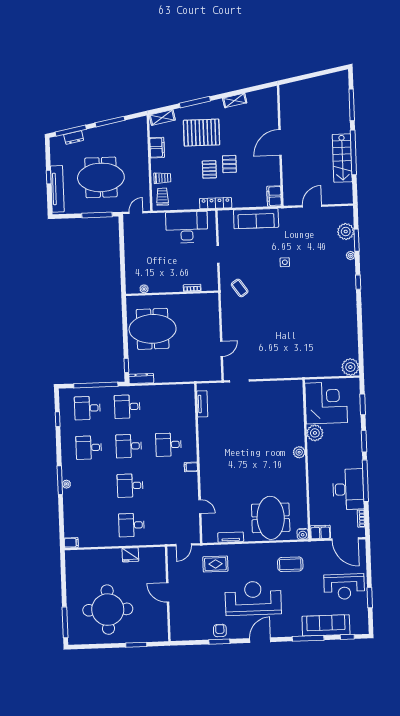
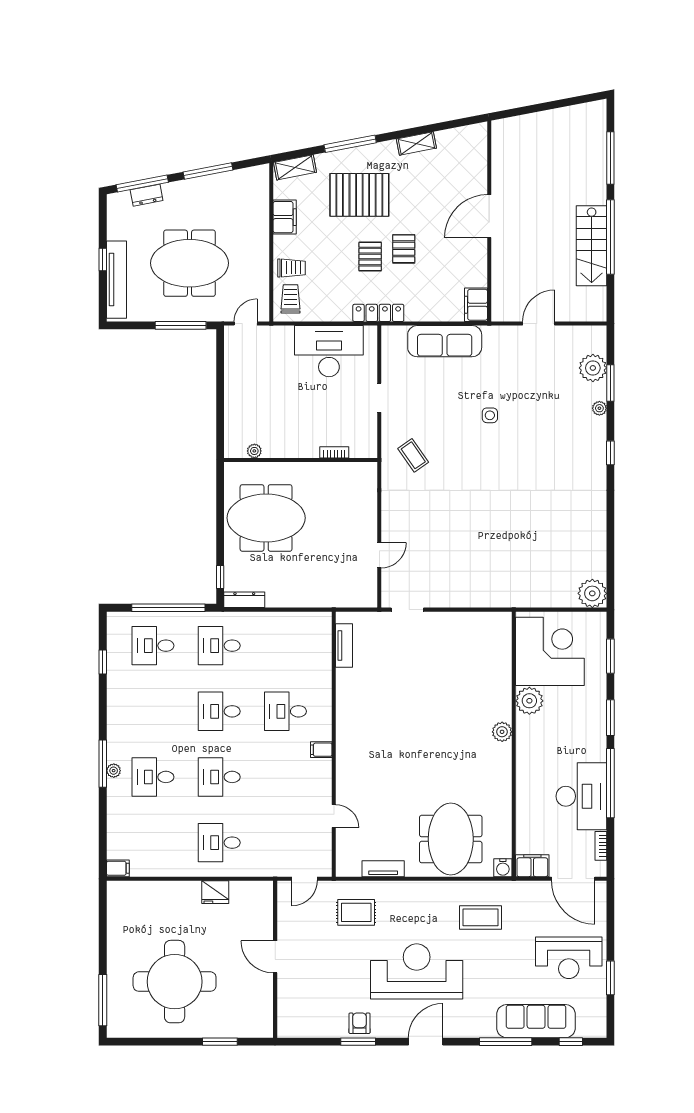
desk: (89, 448) -> (153, 777), moved

